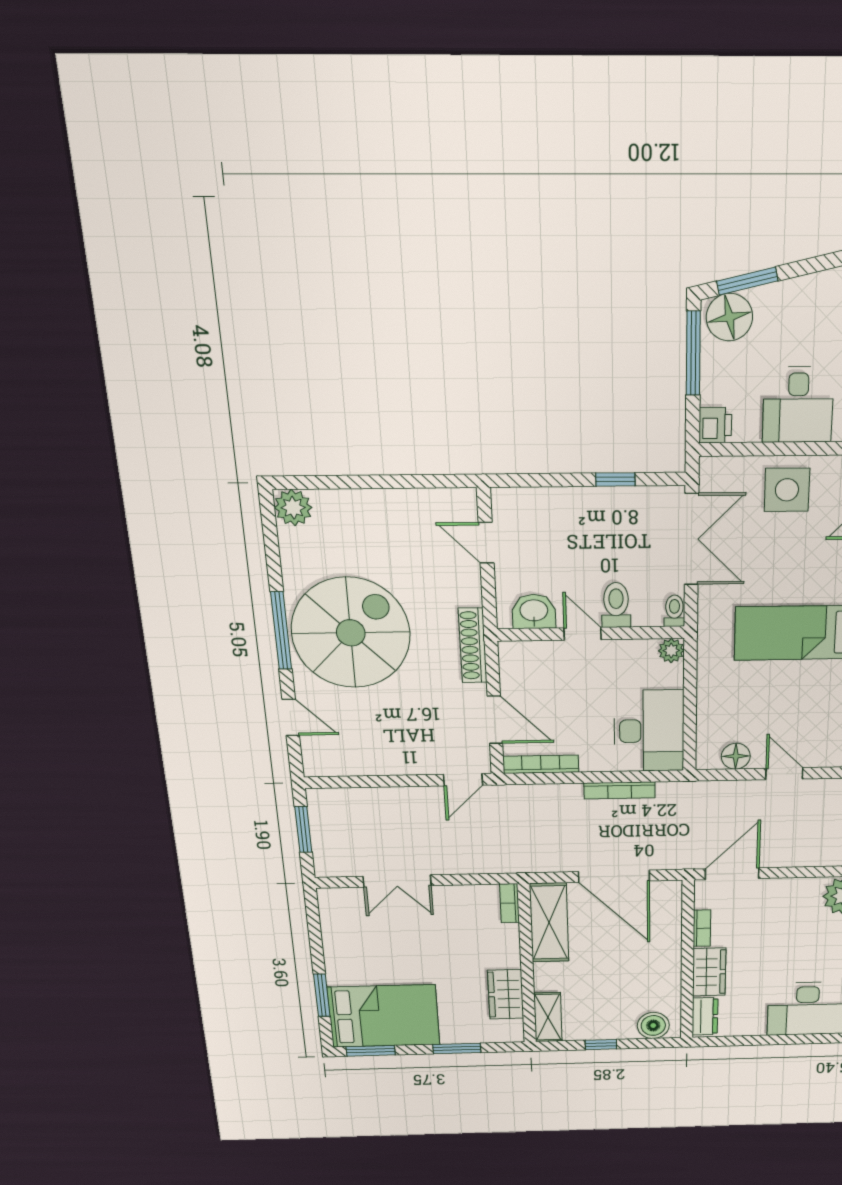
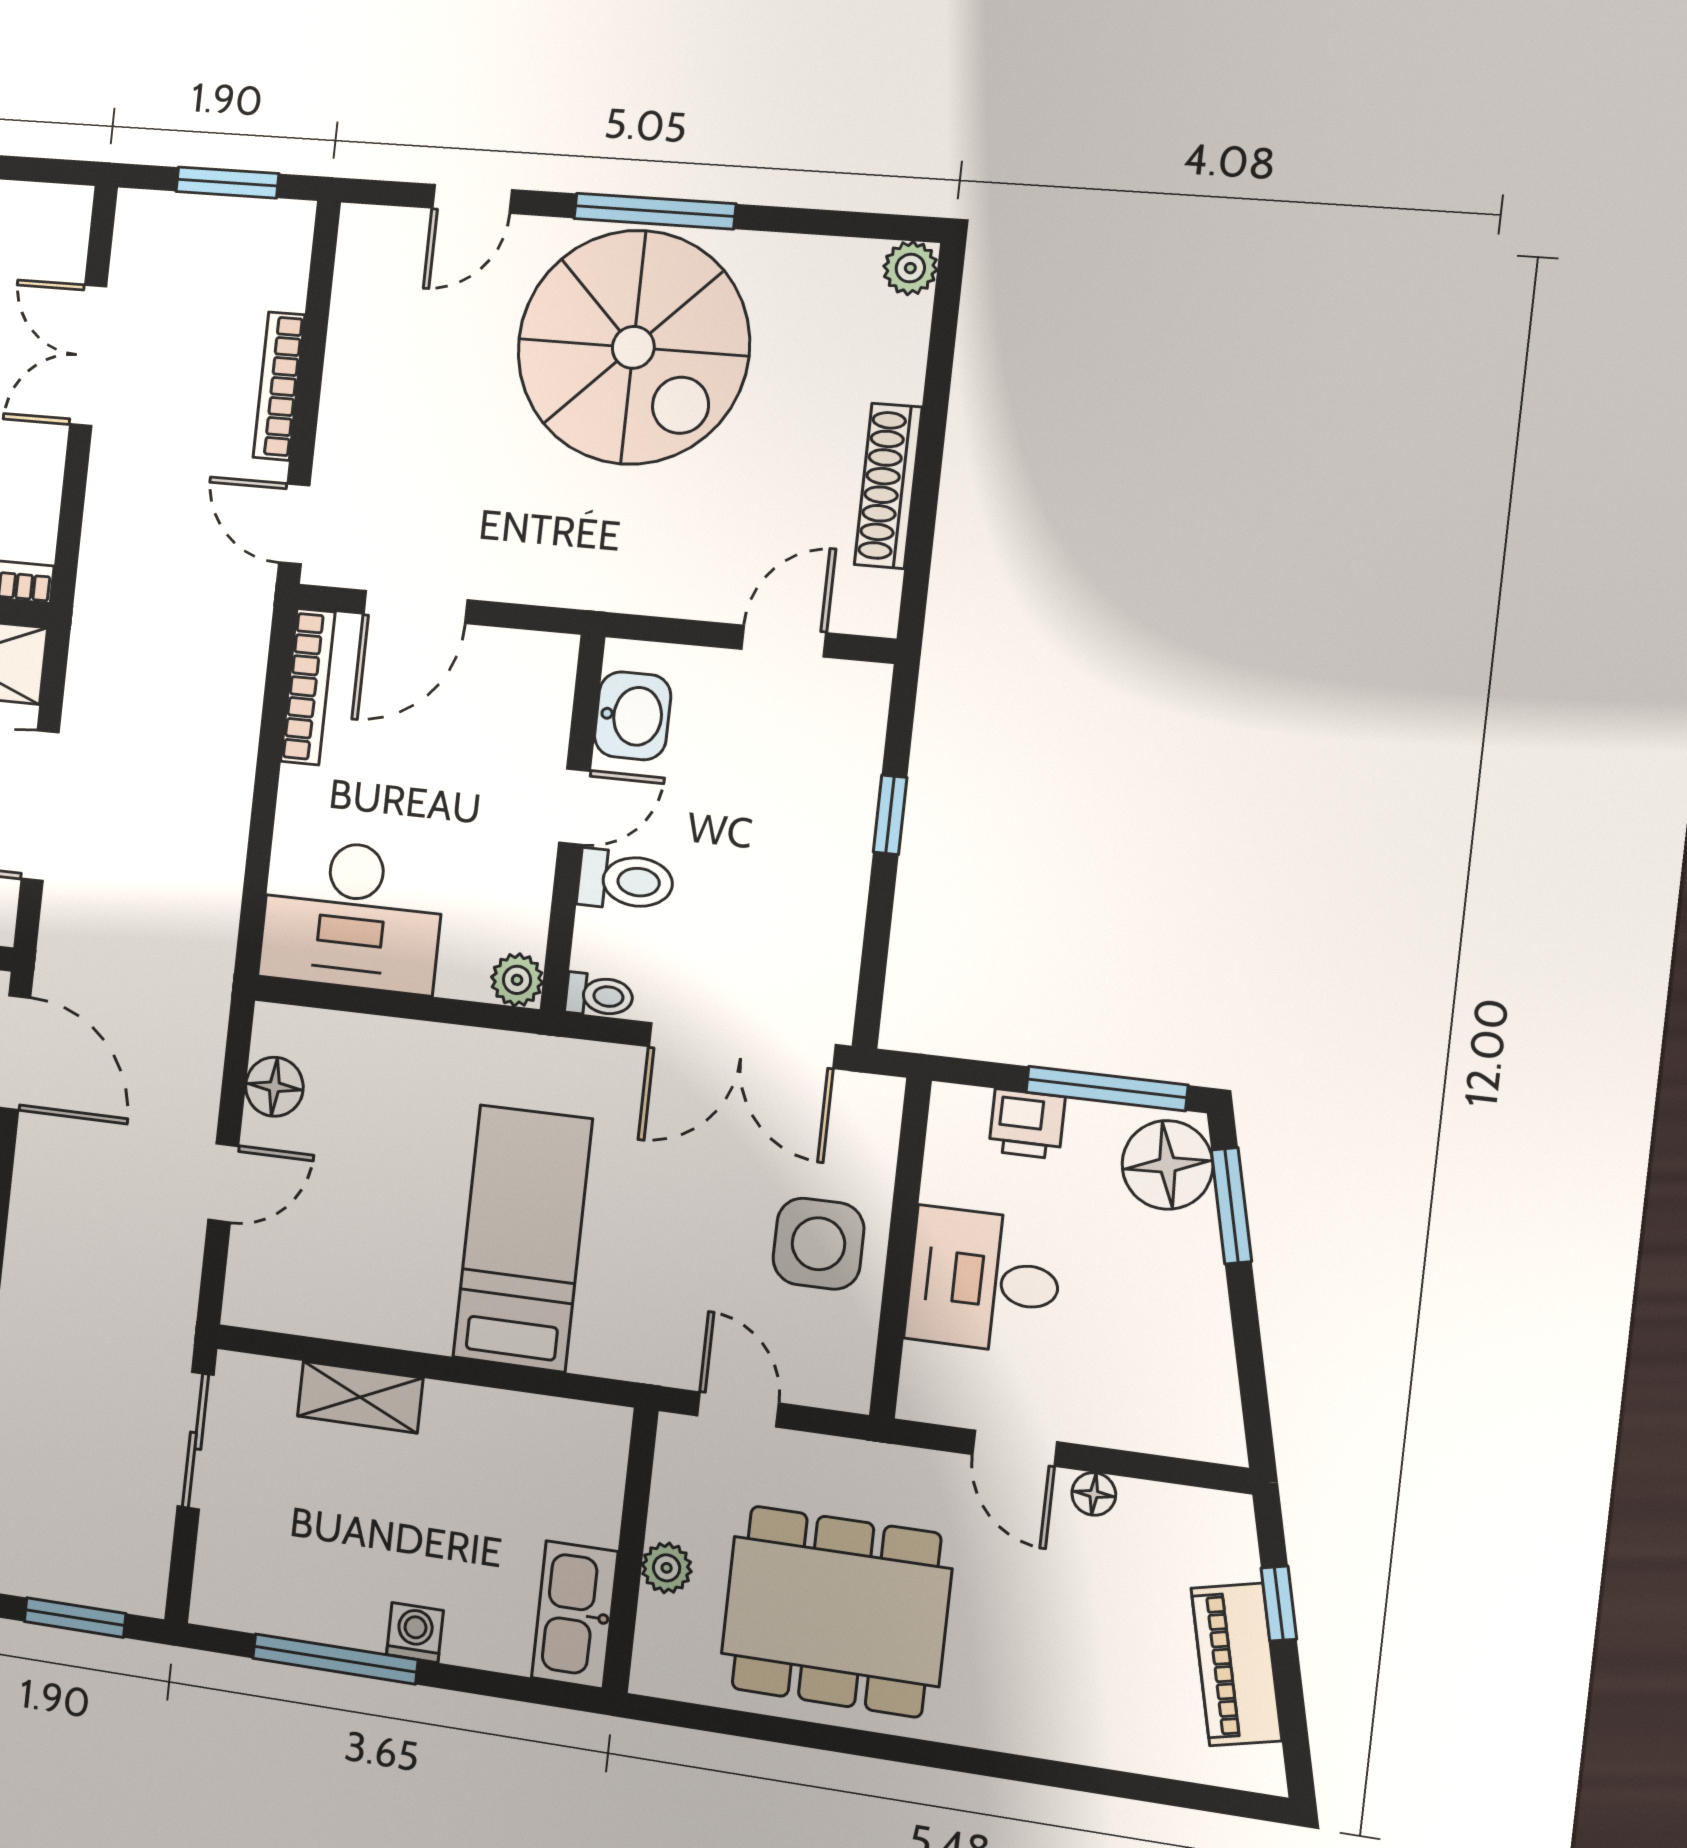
printer: (715, 425) -> (1027, 1124), moved
window: (615, 479) -> (890, 815), moved
plant: (293, 508) -> (910, 268), width x0.73, depth x0.73
shoe rack: (473, 645) -> (888, 486), moved, turned -90
bookcase: (619, 790) -> (279, 386), moved

